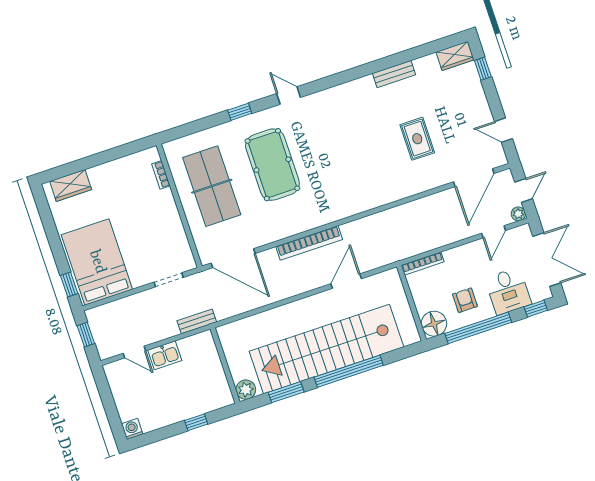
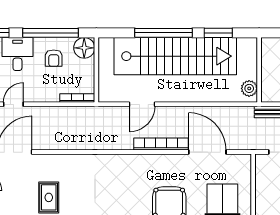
door: (233, 258) -> (207, 152), moved
plant: (246, 390) -> (249, 88), moved

